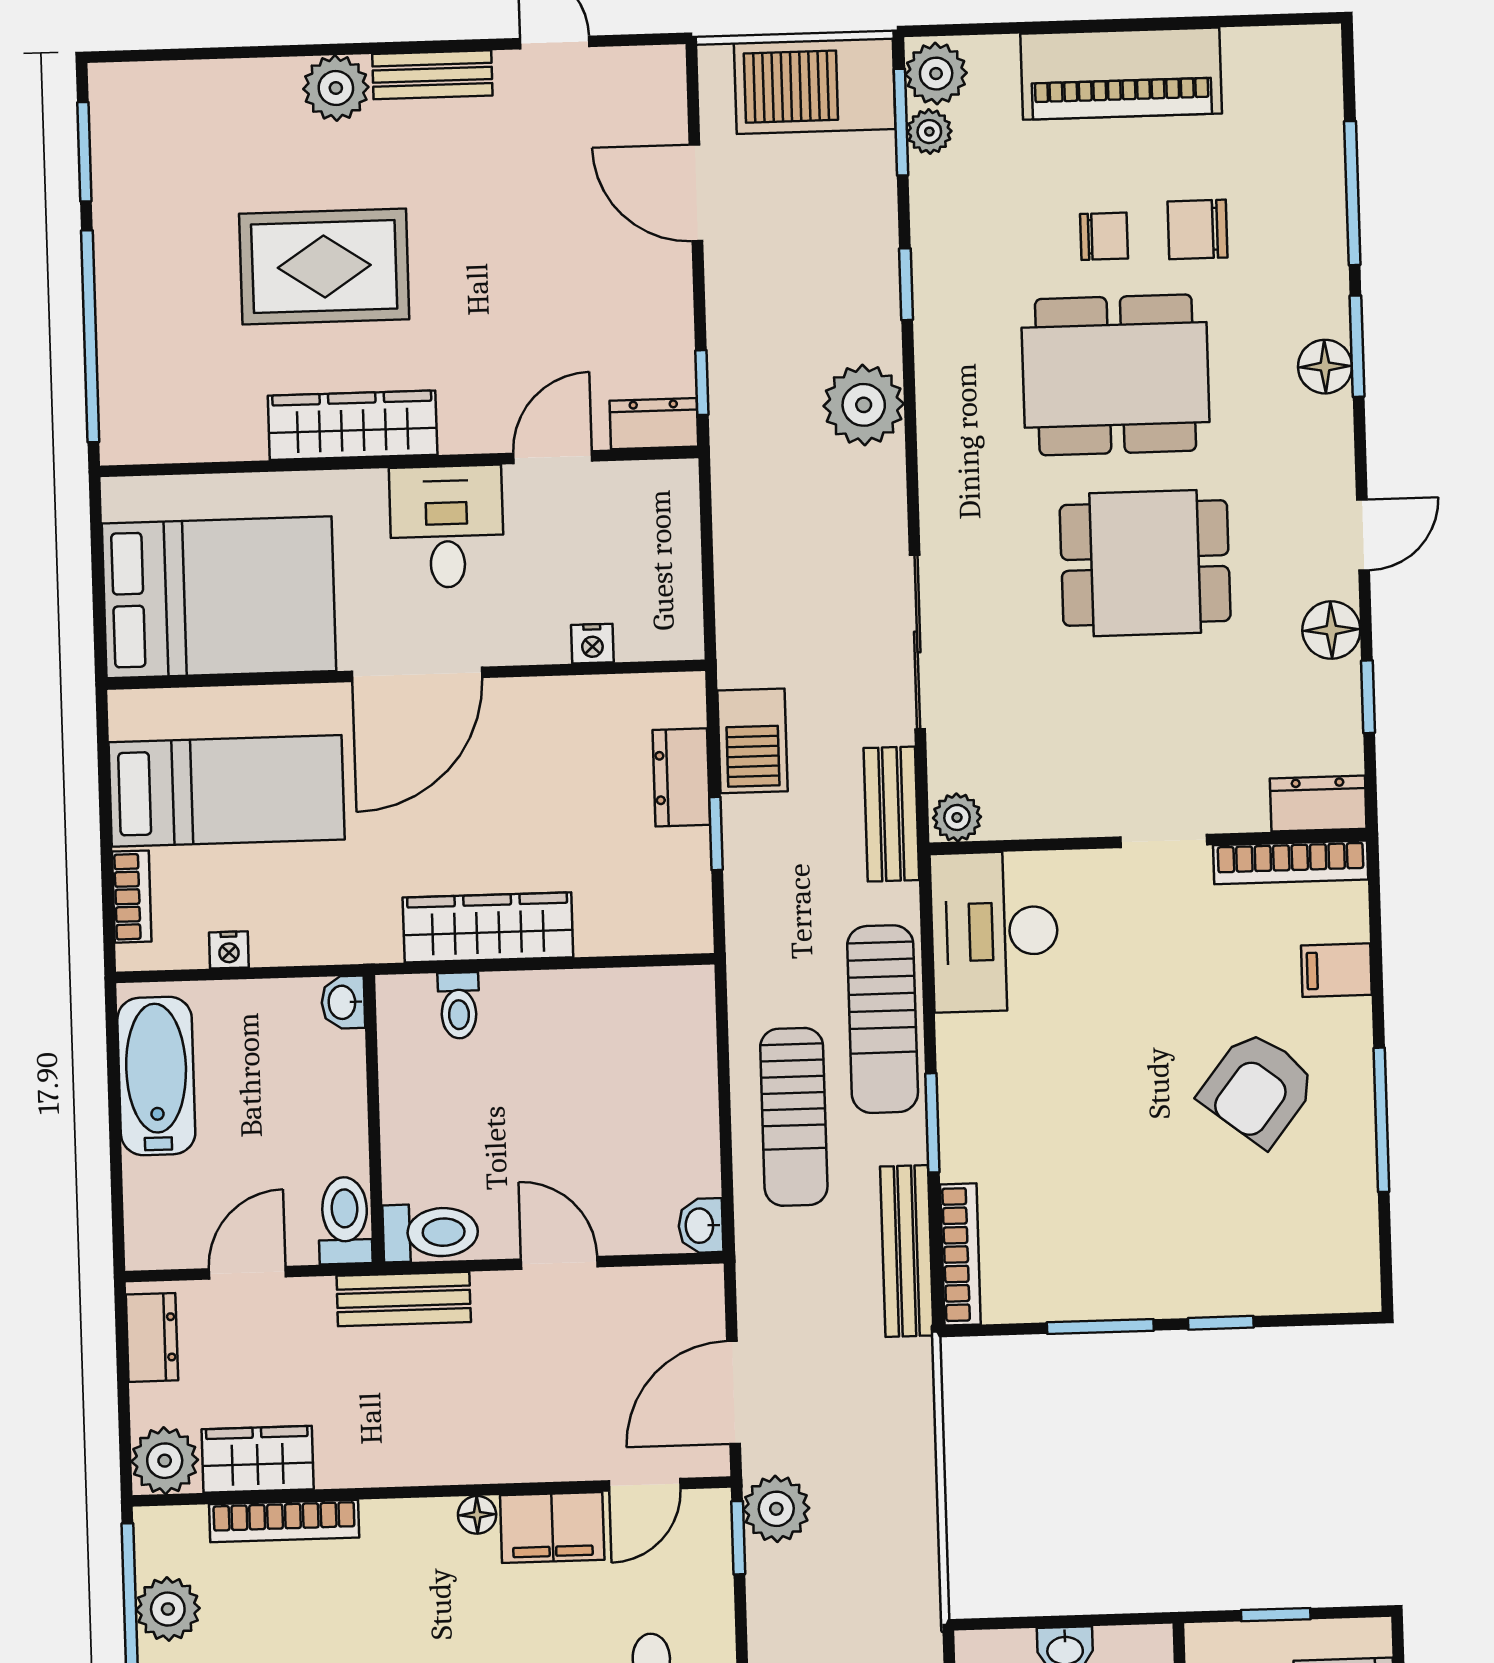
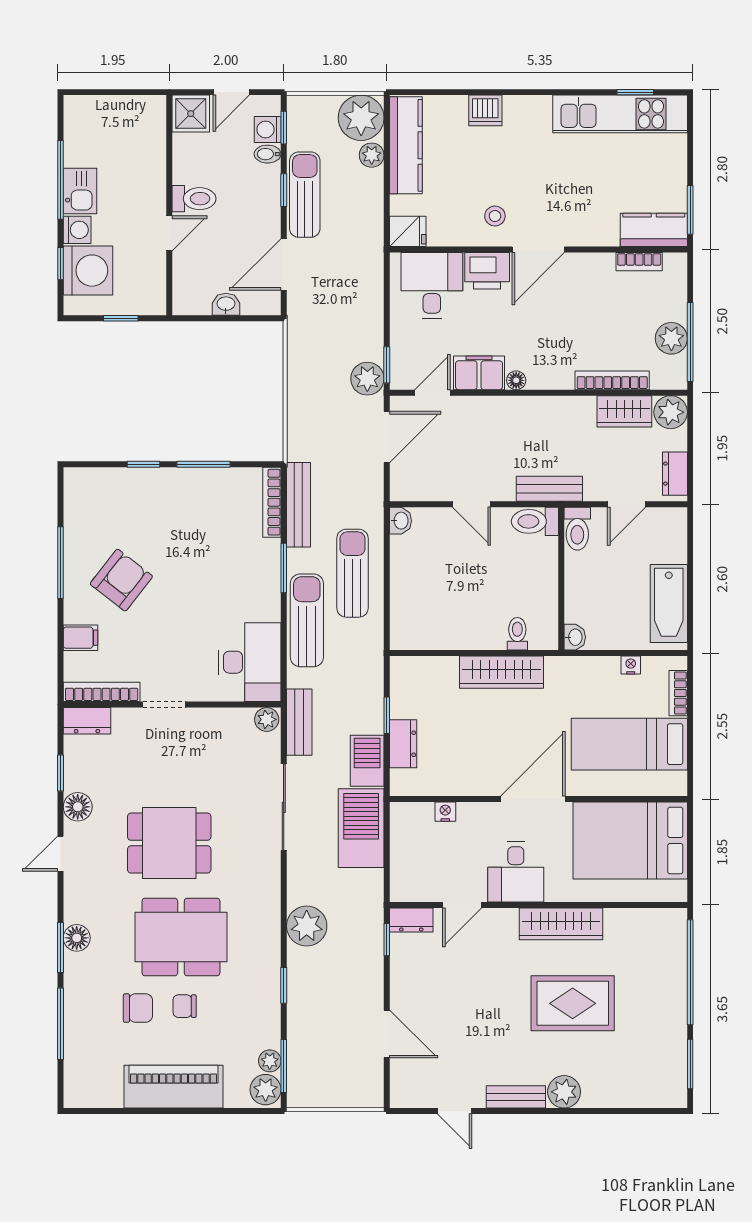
barbecue: (815, 86) -> (361, 828), moved, turned -90

